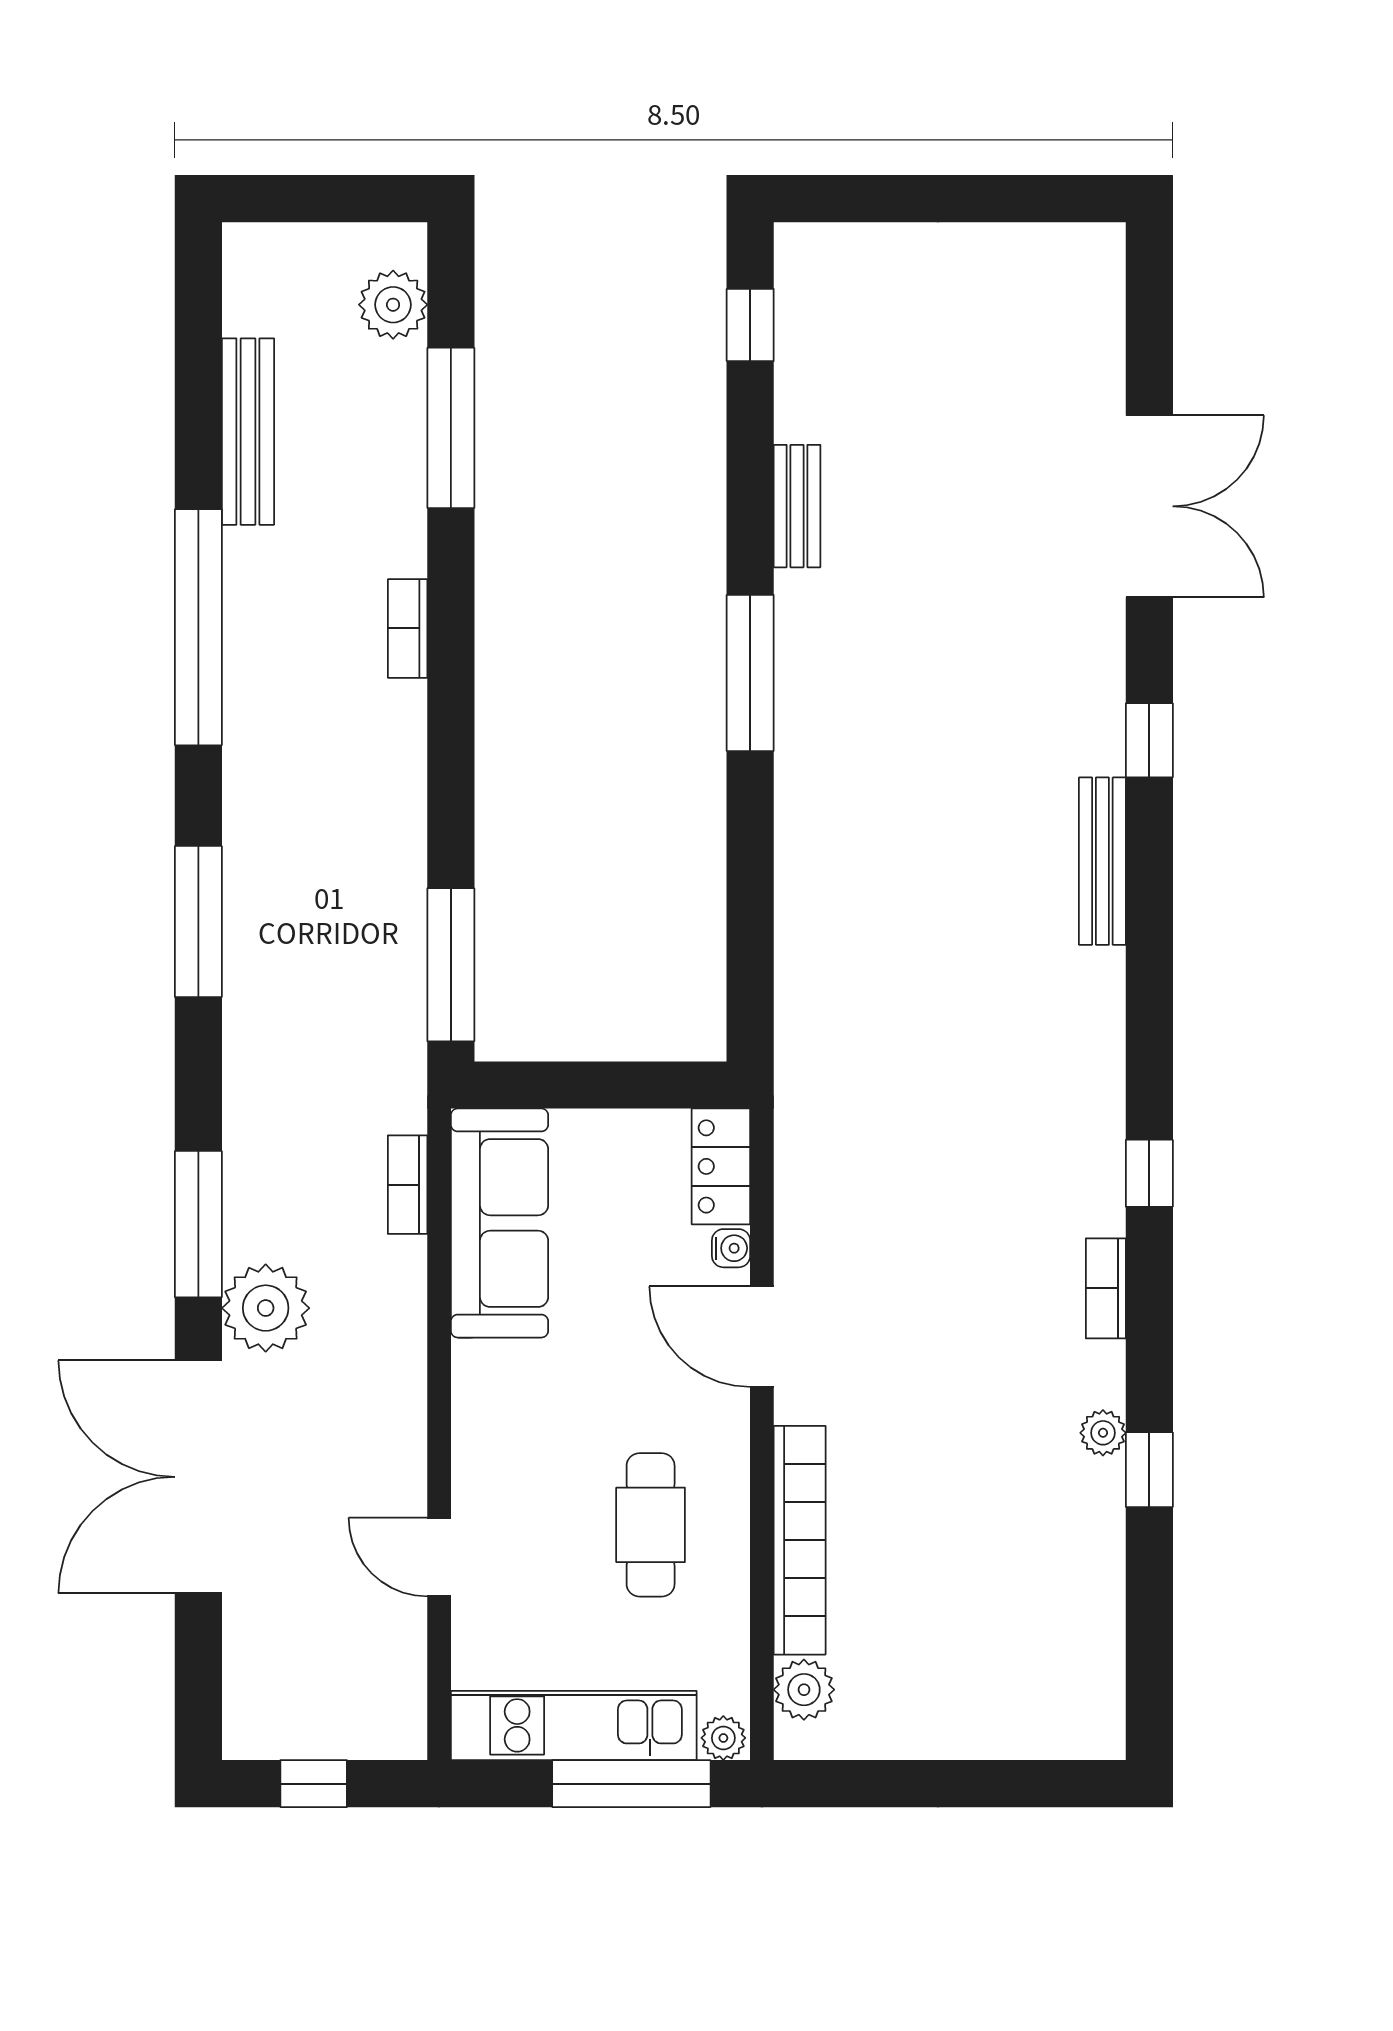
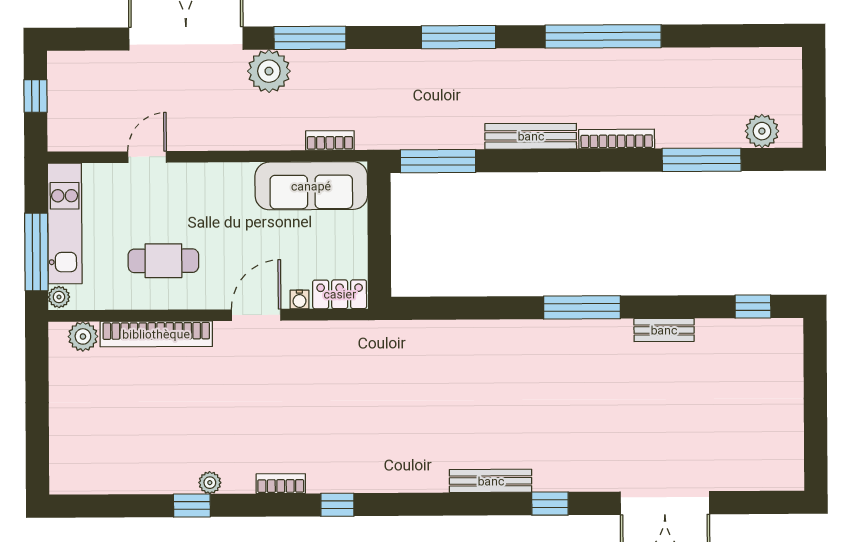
bench: (248, 432) -> (531, 136), moved
bookcase: (408, 628) -> (617, 139), width x1.56

